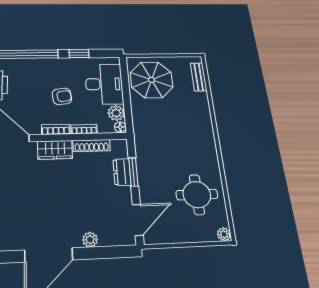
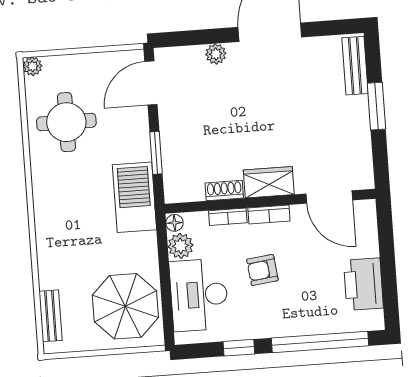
barbecue: (148, 144) -> (134, 197), added
shoe rack: (92, 146) -> (224, 191), width x0.70
dresser: (122, 172) -> (172, 152), removed

